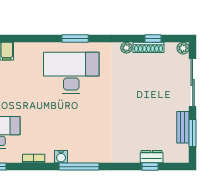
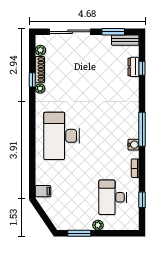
window: (75, 39) -> (32, 132), removed
window: (153, 39) -> (32, 80), moved
plant: (183, 48) -> (40, 50), moved
bench: (183, 127) -> (125, 40), moved

